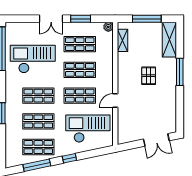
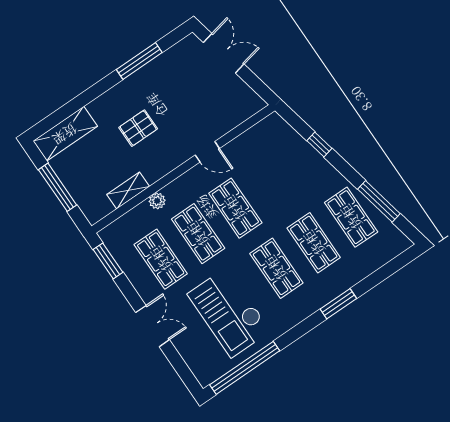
window: (81, 19) -> (108, 261), moved
plant: (108, 27) -> (157, 201), moved
shelving: (123, 40) -> (128, 190), moved
window: (180, 72) -> (139, 61), moved
checkout: (88, 129) -> (275, 163), removed
window: (69, 158) -> (319, 145), moved

